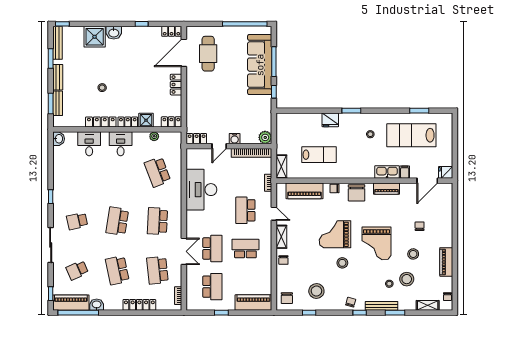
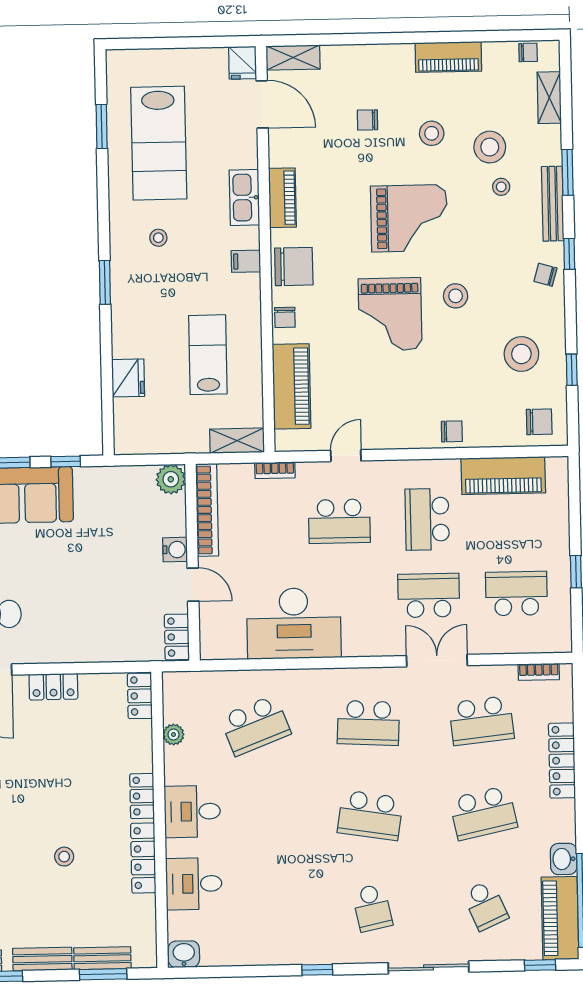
shower: (146, 120) -> (137, 754), removed
fridge: (330, 120) -> (128, 378), moved
filing cabinet: (405, 172) -> (246, 261), moved
shelving: (281, 237) -> (293, 57), moved
piano: (253, 303) -> (503, 476), moved, turned -90

